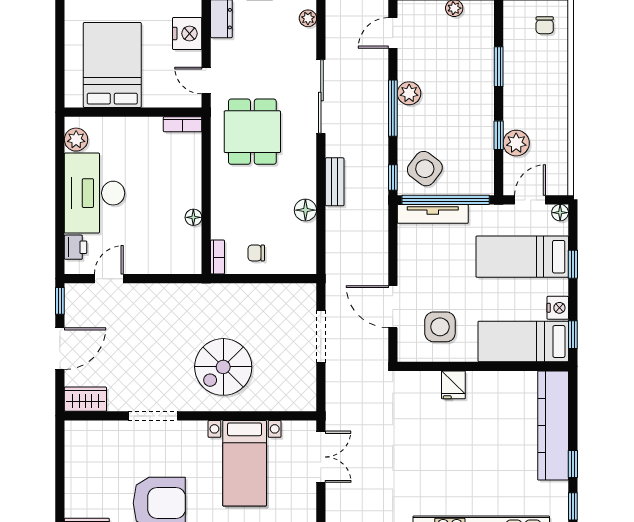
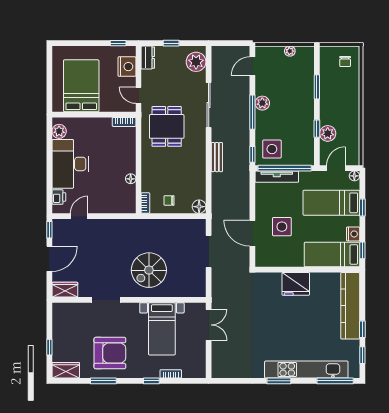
plant: (308, 18) -> (196, 62), width x1.88, depth x1.88
side table: (425, 169) -> (272, 149), turned -37
floor lamp: (305, 210) -> (199, 207), moved
side table: (440, 327) -> (282, 227), moved
fridge: (453, 385) -> (296, 284), width x1.88, depth x1.34
window: (60, 493) -> (49, 347), added

